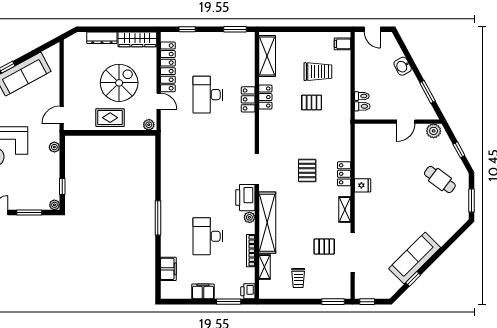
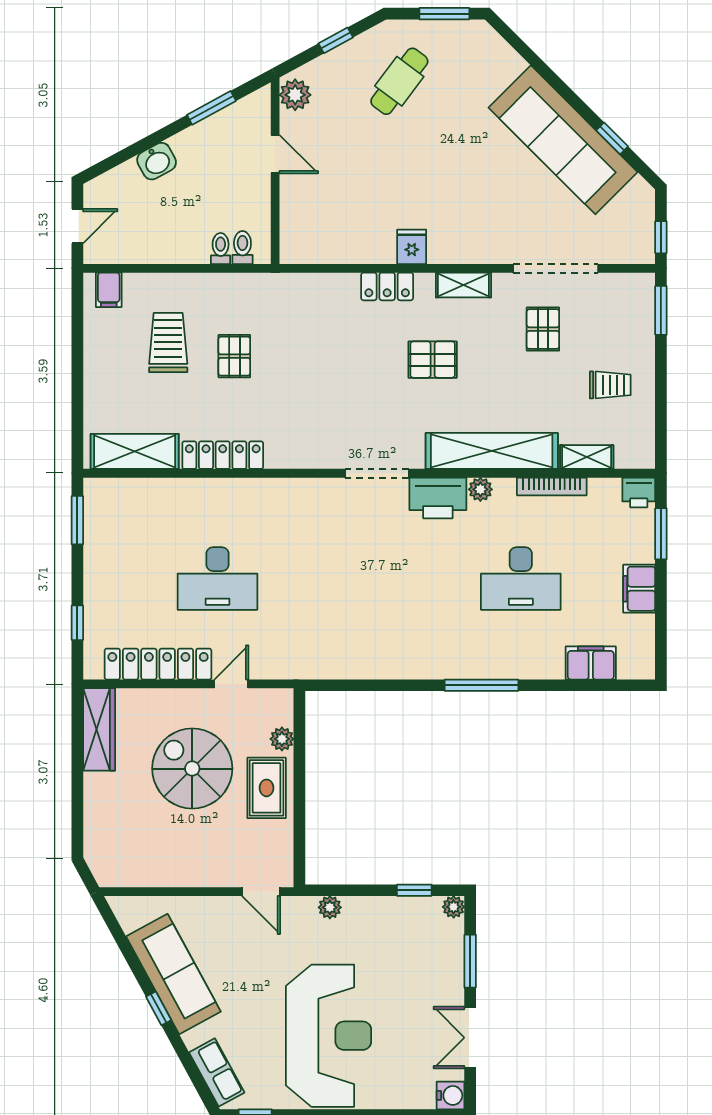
dresser: (102, 38) -> (96, 805), removed
locker: (265, 97) -> (223, 455), width x1.53
locker: (248, 99) -> (228, 492), removed
plant: (149, 125) -> (282, 739), moved
pallet: (307, 170) -> (433, 360), moved
sofa: (415, 258) -> (563, 140), width x1.36, depth x1.27

